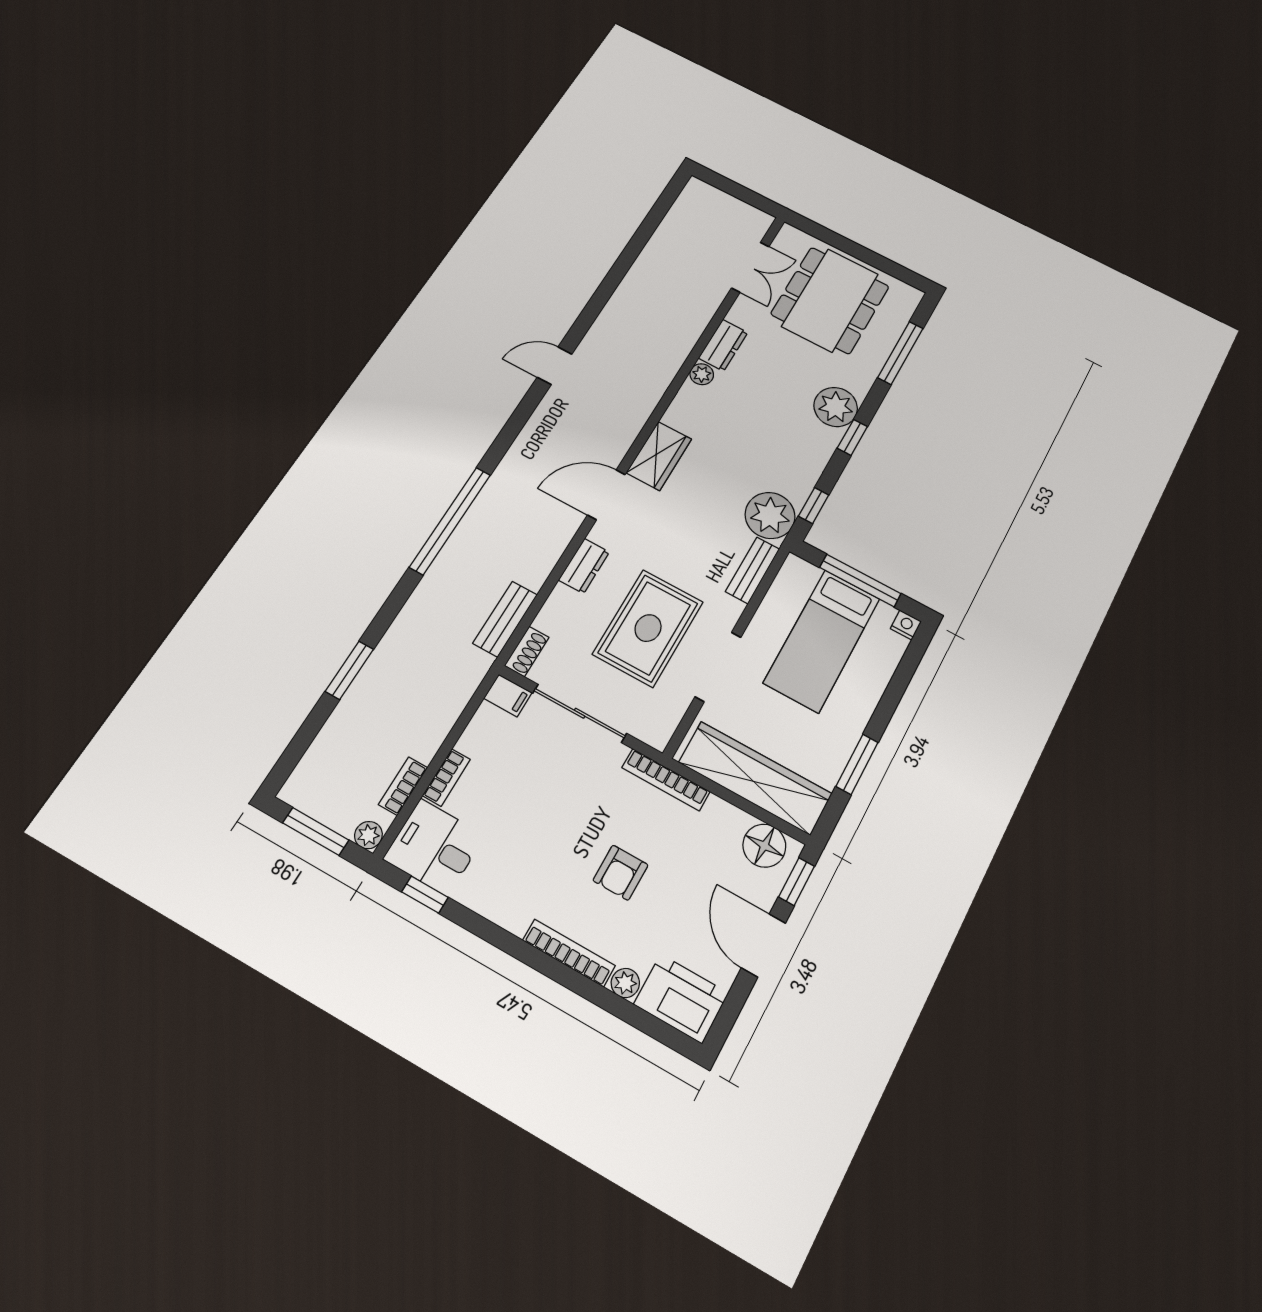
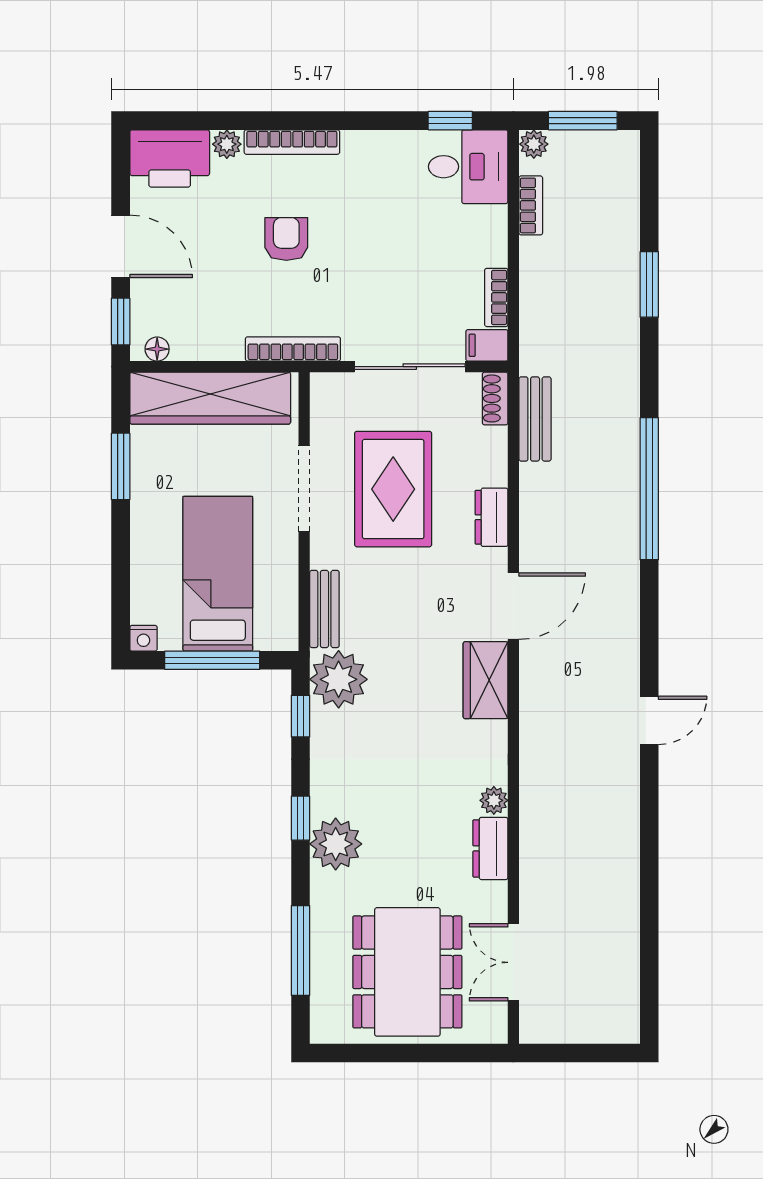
bookcase: (446, 777) -> (496, 297), moved
floor lamp: (764, 846) -> (157, 349), width x0.53, depth x0.53

